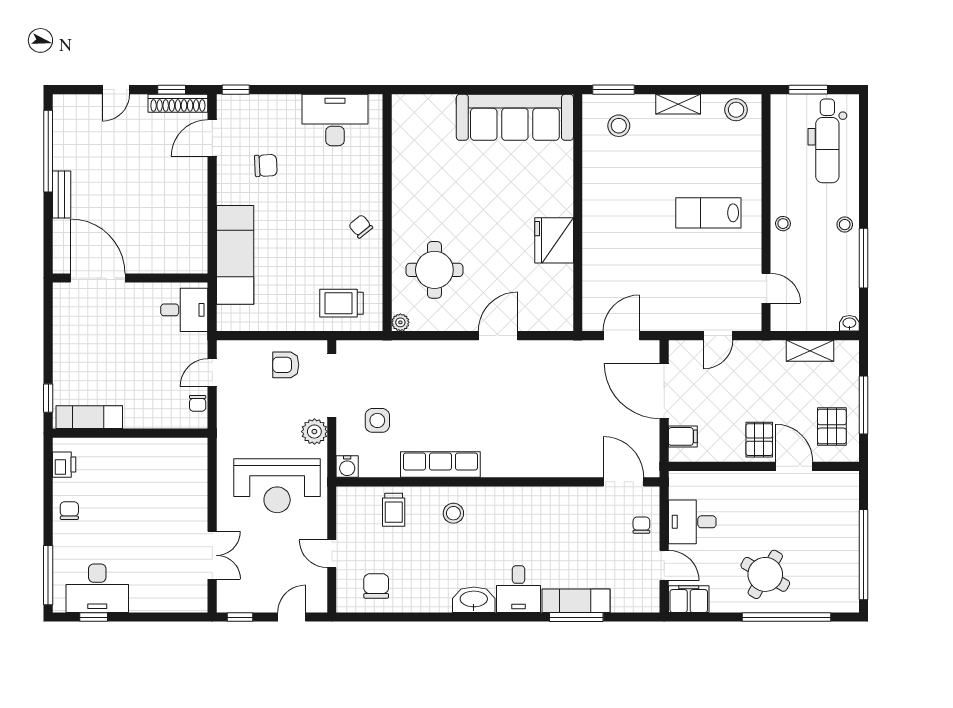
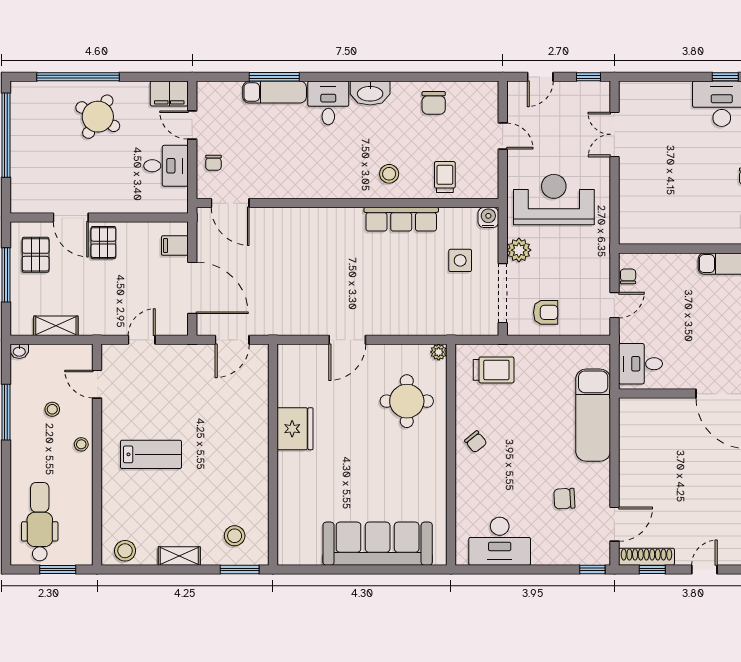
sofa: (515, 117) -> (378, 544), moved
stool: (845, 225) -> (52, 409), moved
chair: (376, 586) -> (434, 103), moved

